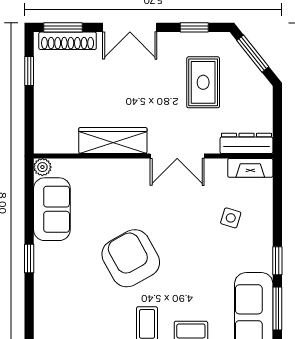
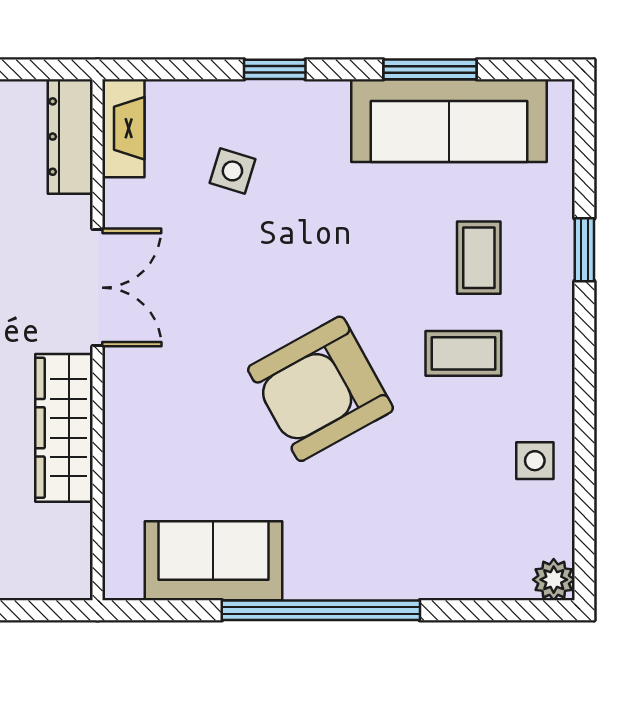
plant: (42, 167) -> (122, 581), removed
window: (29, 258) -> (321, 610), width x3.17
window: (277, 261) -> (275, 69), moved

